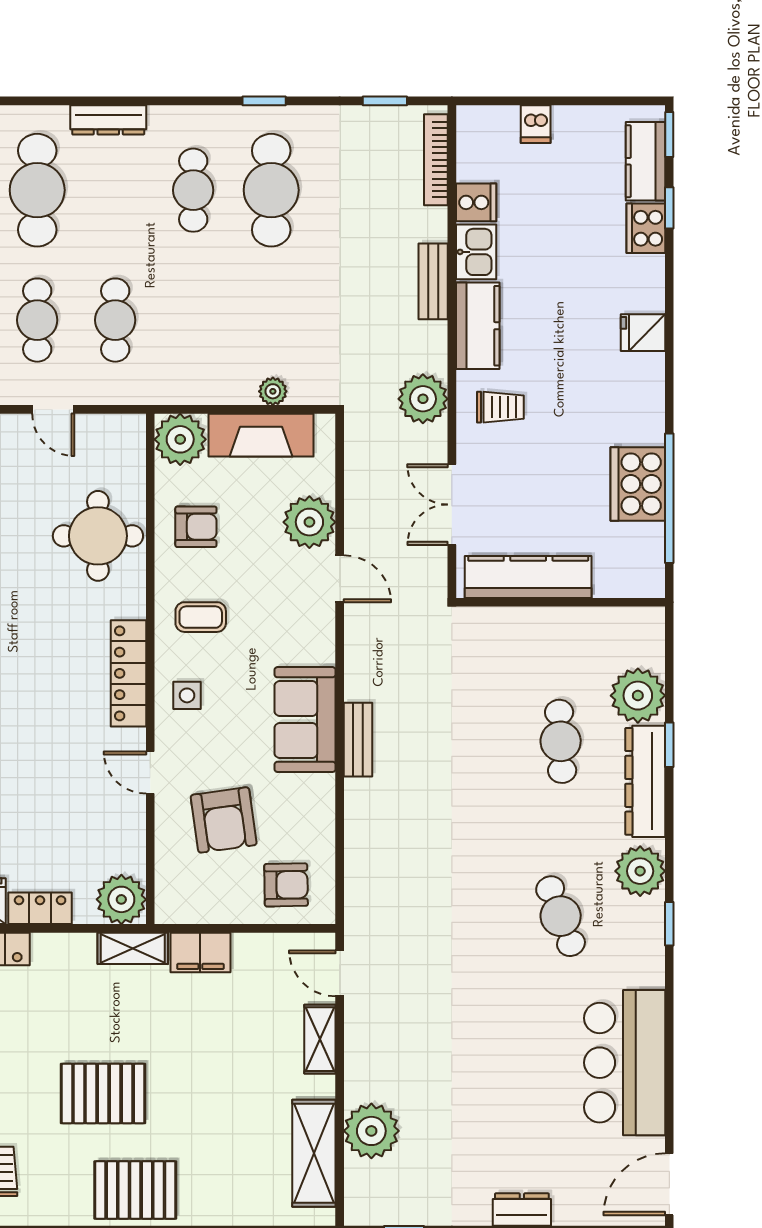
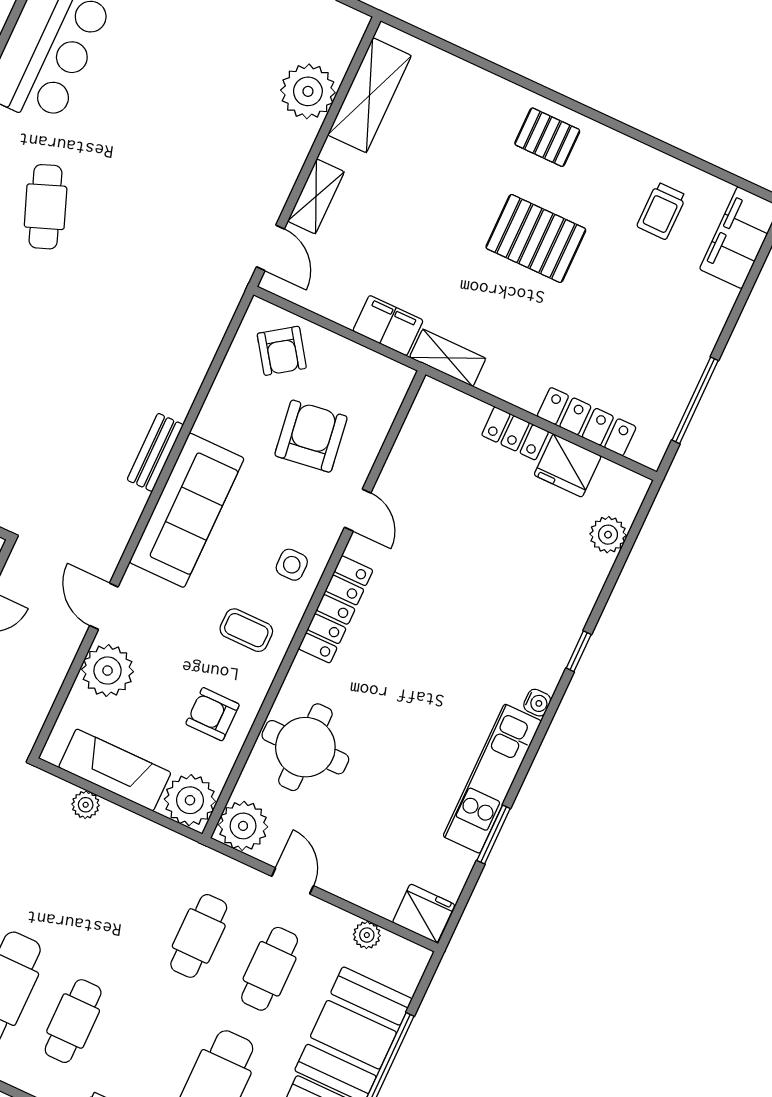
sofa: (305, 720) -> (187, 510), width x1.36
armchair: (286, 885) -> (282, 351), turned -124
plant: (121, 899) -> (243, 826), moved
pallet: (135, 1190) -> (547, 137), width x0.67, depth x0.71

